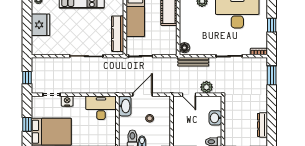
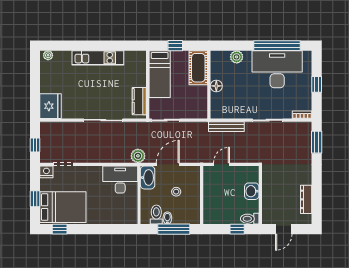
fridge: (41, 25) -> (51, 106), moved
kitchen counter: (118, 34) -> (139, 101), width x0.67
floor lamp: (184, 48) -> (216, 86), moved
plant: (207, 87) -> (138, 156), moved
door: (189, 95) -> (221, 164), swing flipped
nightstand: (67, 101) -> (46, 172), moved

